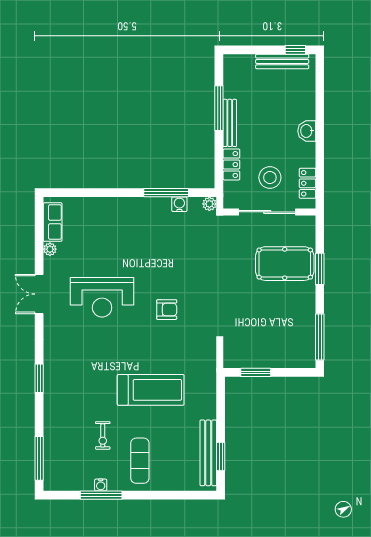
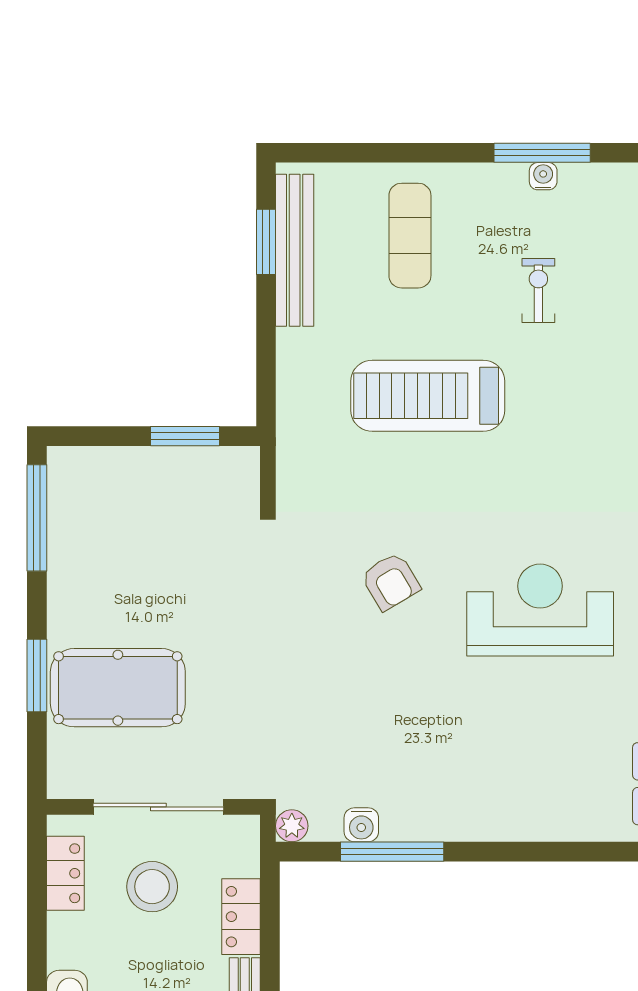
armchair: (167, 310) -> (391, 581), turned -121
exercise mat: (140, 461) -> (410, 236), moved

